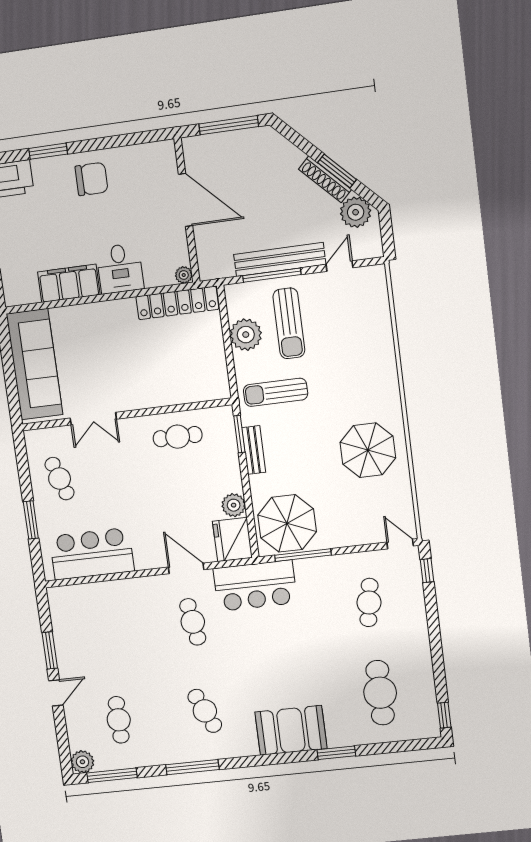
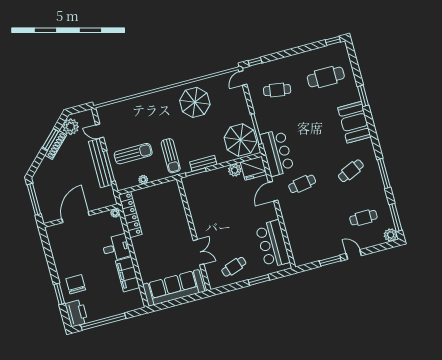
chair: (91, 179) -> (76, 284), moved
plant: (246, 335) -> (143, 180), width x0.53, depth x0.53
cafe table: (178, 437) -> (202, 205), removed

